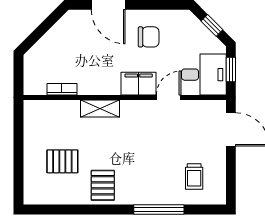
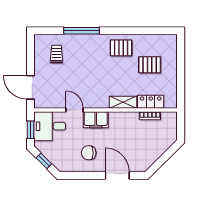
door: (169, 98) -> (74, 110), swing flipped
locker: (61, 109) -> (151, 102), added
pallet: (103, 185) -> (121, 48), turned 90

